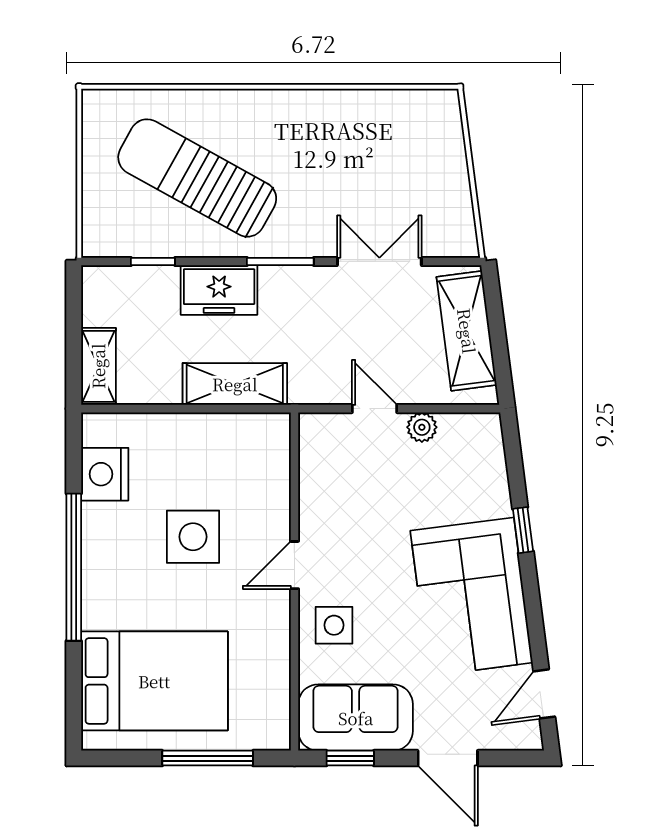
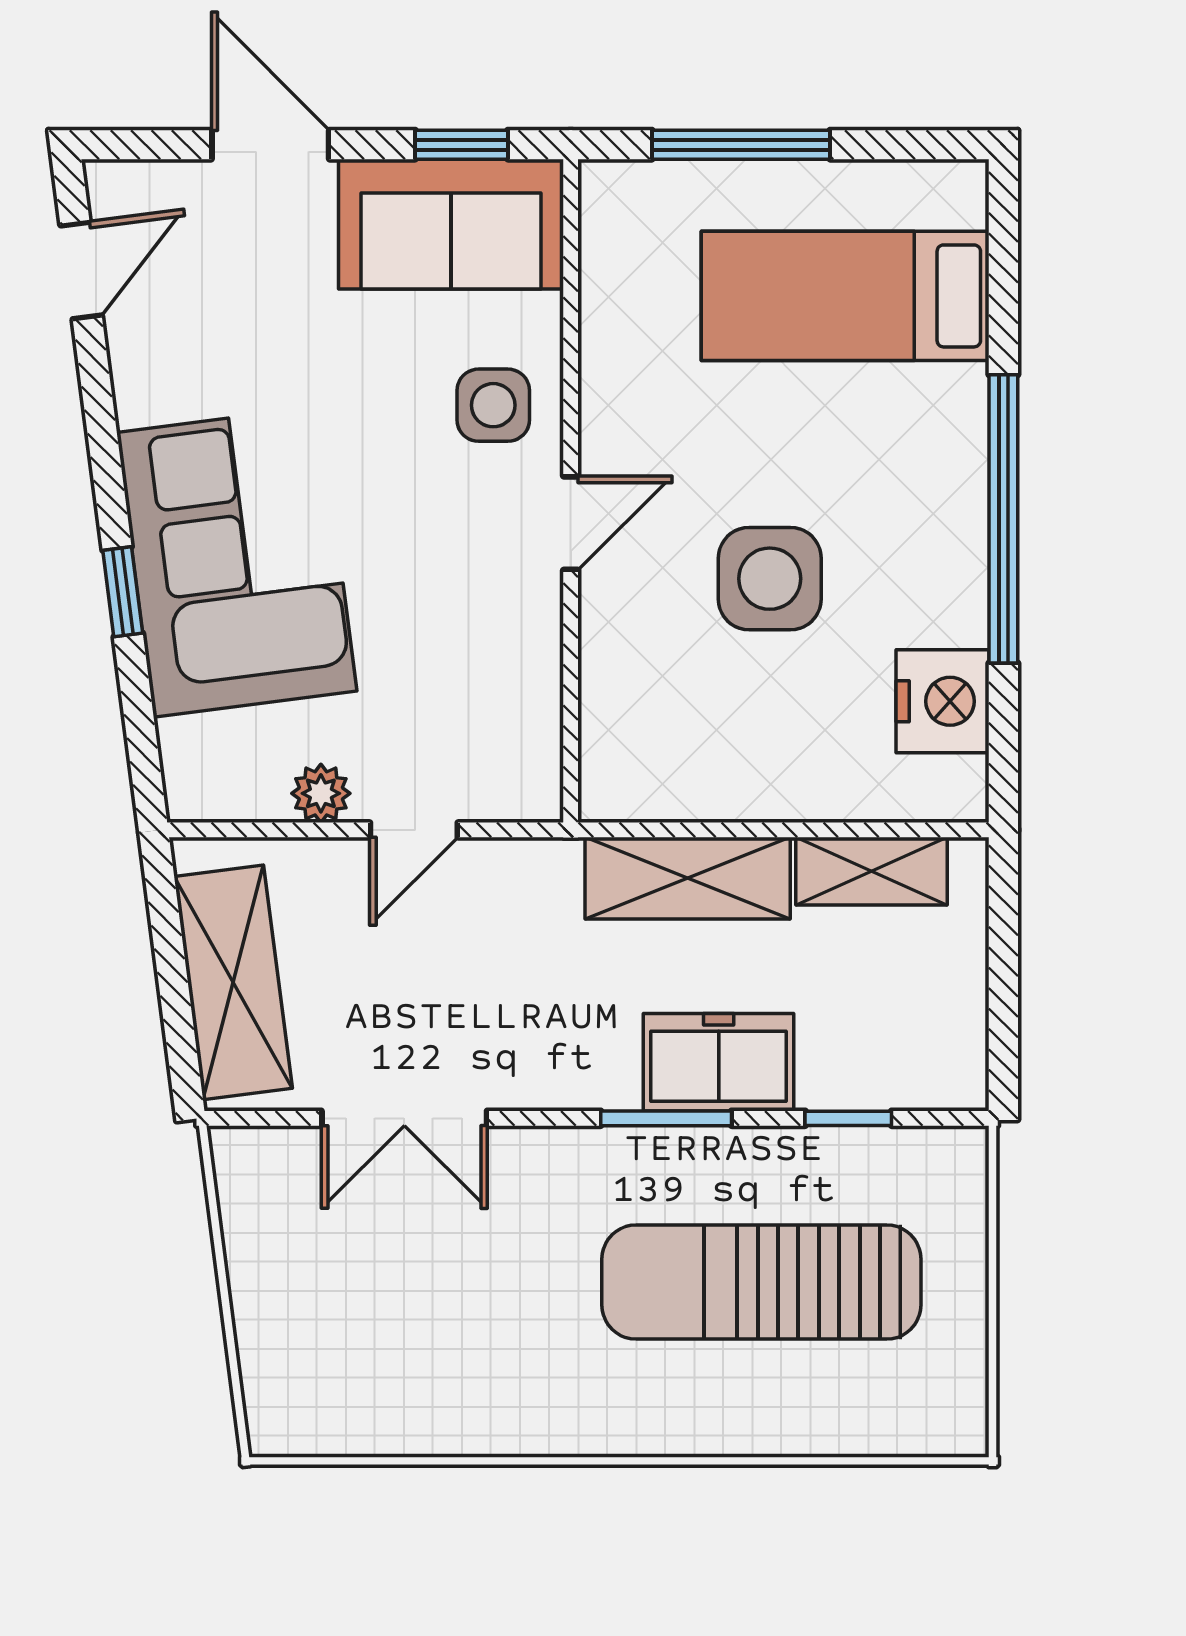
sun lounger: (197, 178) -> (761, 1282), turned 151
window: (280, 261) -> (666, 1118), moved
shelving: (98, 366) -> (871, 871), moved, turned 90
door: (374, 409) -> (414, 830), hinge flipped
corner sofa: (471, 597) -> (237, 562), moved
bed: (154, 681) -> (845, 296), width x0.67

